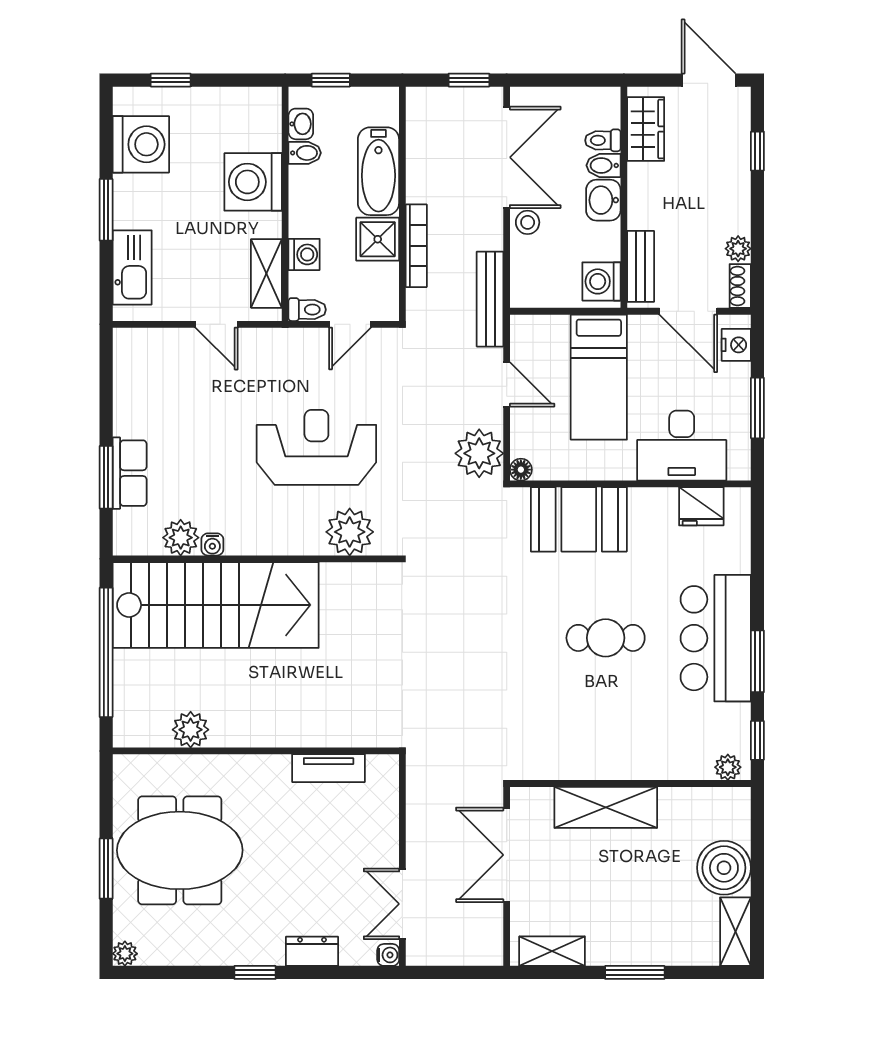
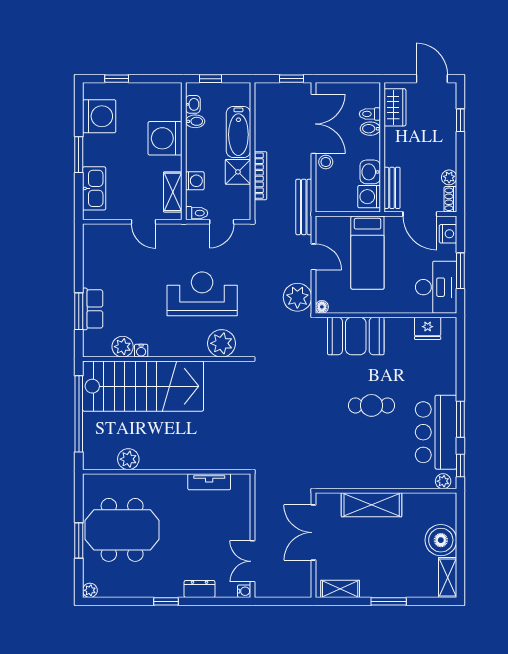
washbasin: (603, 200) -> (370, 172), moved
desk: (682, 446) -> (436, 287), moved, turned -90
bar counter: (716, 638) -> (436, 432), moved

